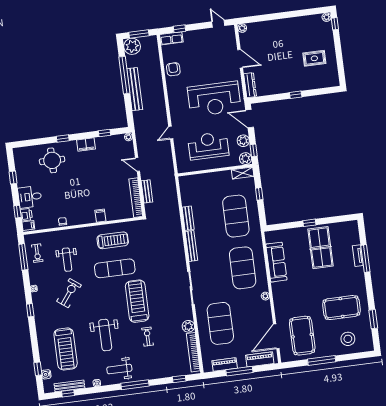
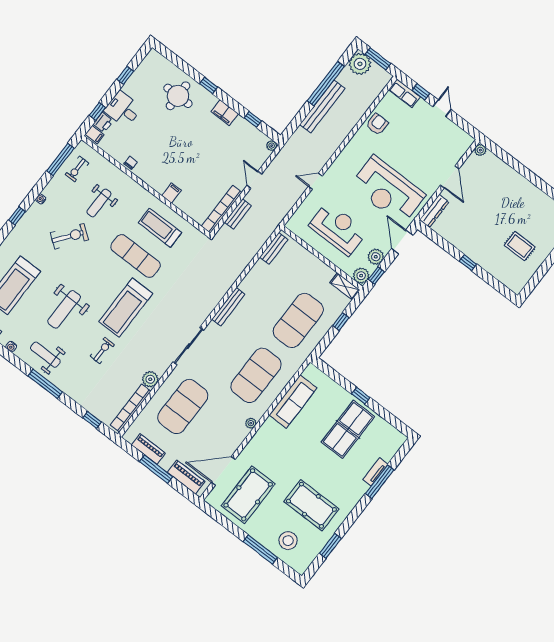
door: (218, 24) -> (442, 108), moved
bench: (188, 218) -> (274, 248), moved
treadmill: (113, 240) -> (160, 228), turned 180
treadmill: (137, 301) -> (126, 308), turned 180
window: (322, 360) -> (260, 549), moved

